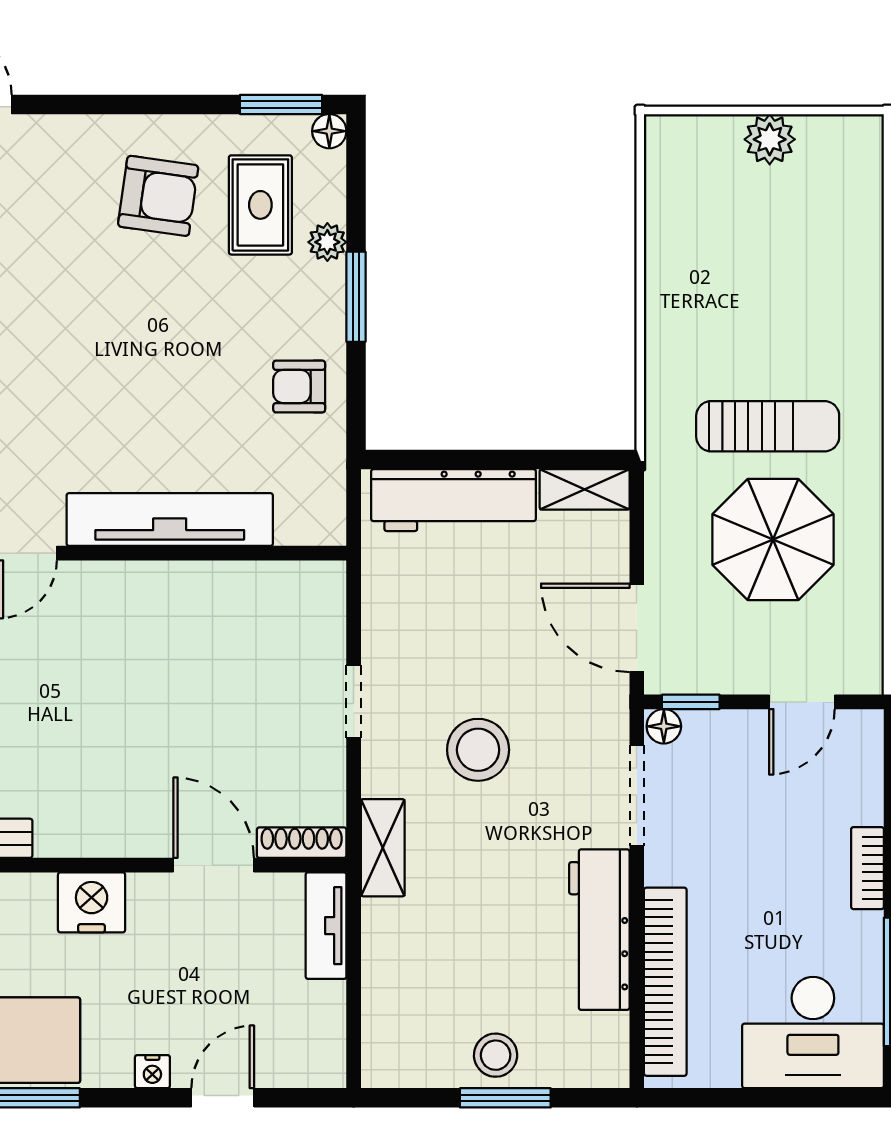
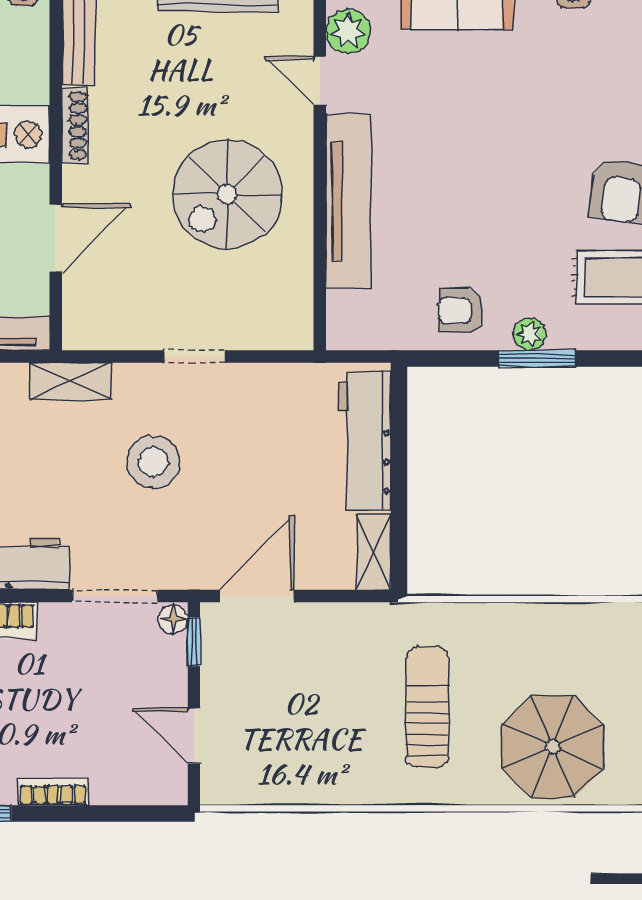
plant: (327, 242) -> (530, 334), moved
armchair: (299, 386) -> (461, 310), turned -90
sun lounger: (768, 426) -> (427, 707), turned 180
parasol: (773, 540) -> (552, 747), moved
spiral stairs: (162, 662) -> (227, 194), added
shoe rack: (302, 843) -> (75, 126), moved

